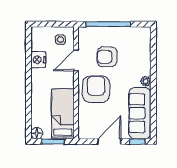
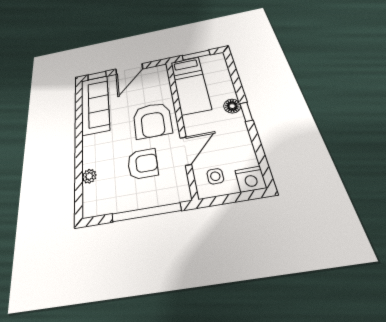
nightstand: (38, 60) -> (251, 179), moved, turned 90
plant: (146, 81) -> (89, 176), moved
window: (29, 82) -> (246, 112), added
floor lamp: (37, 133) -> (232, 106), moved

